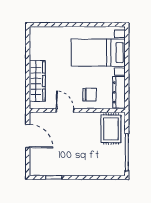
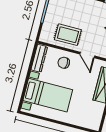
rug: (111, 129) -> (68, 35), moved, turned 90

